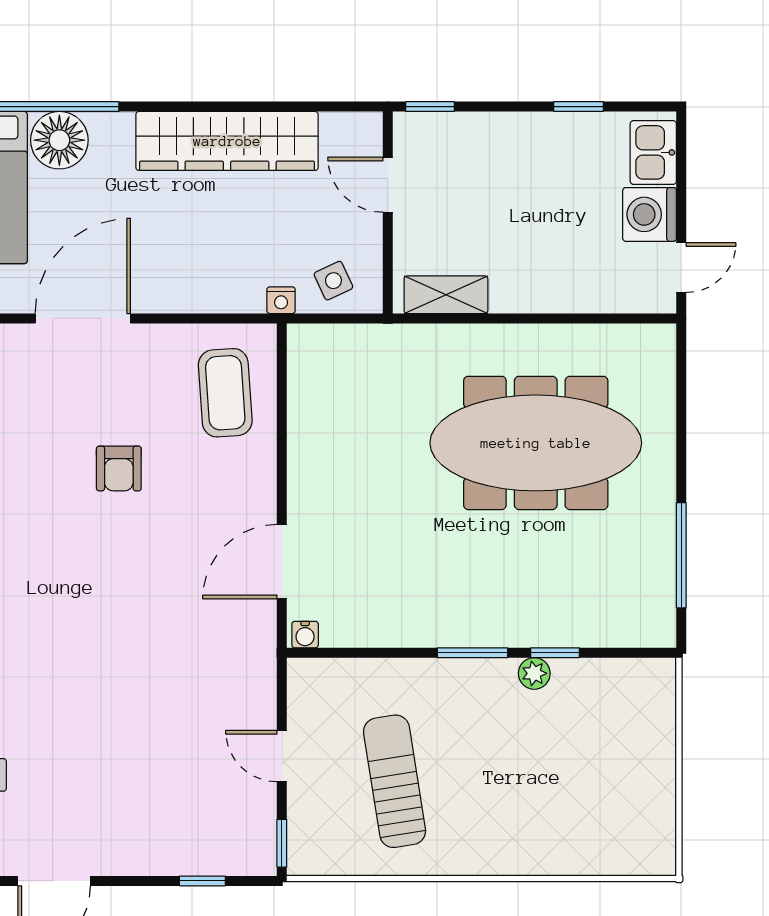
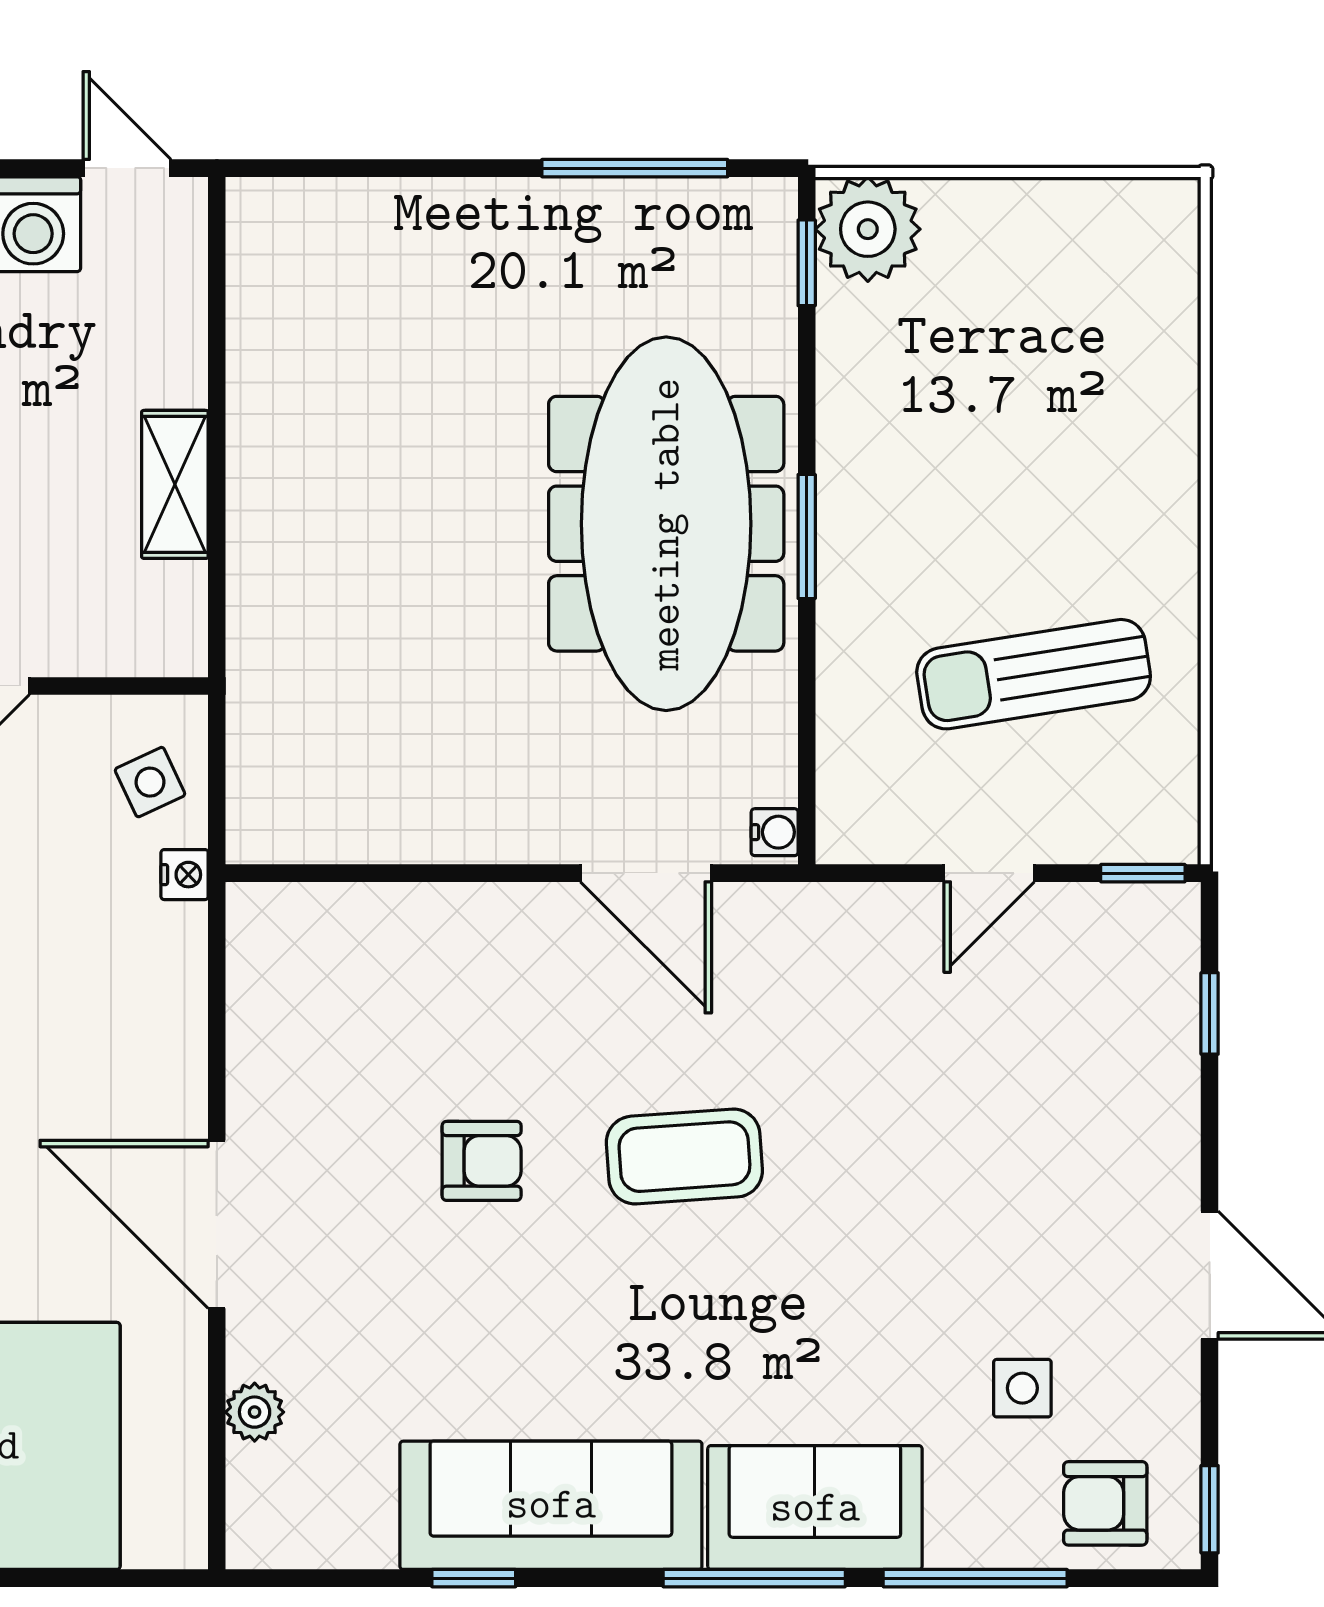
shelving: (446, 295) -> (175, 484), moved
coffee table: (225, 393) -> (684, 1157), moved
meeting table: (536, 443) -> (666, 524), moved
window: (555, 653) -> (807, 263), moved
plant: (534, 673) -> (868, 229), moved, width x1.87, depth x1.87

